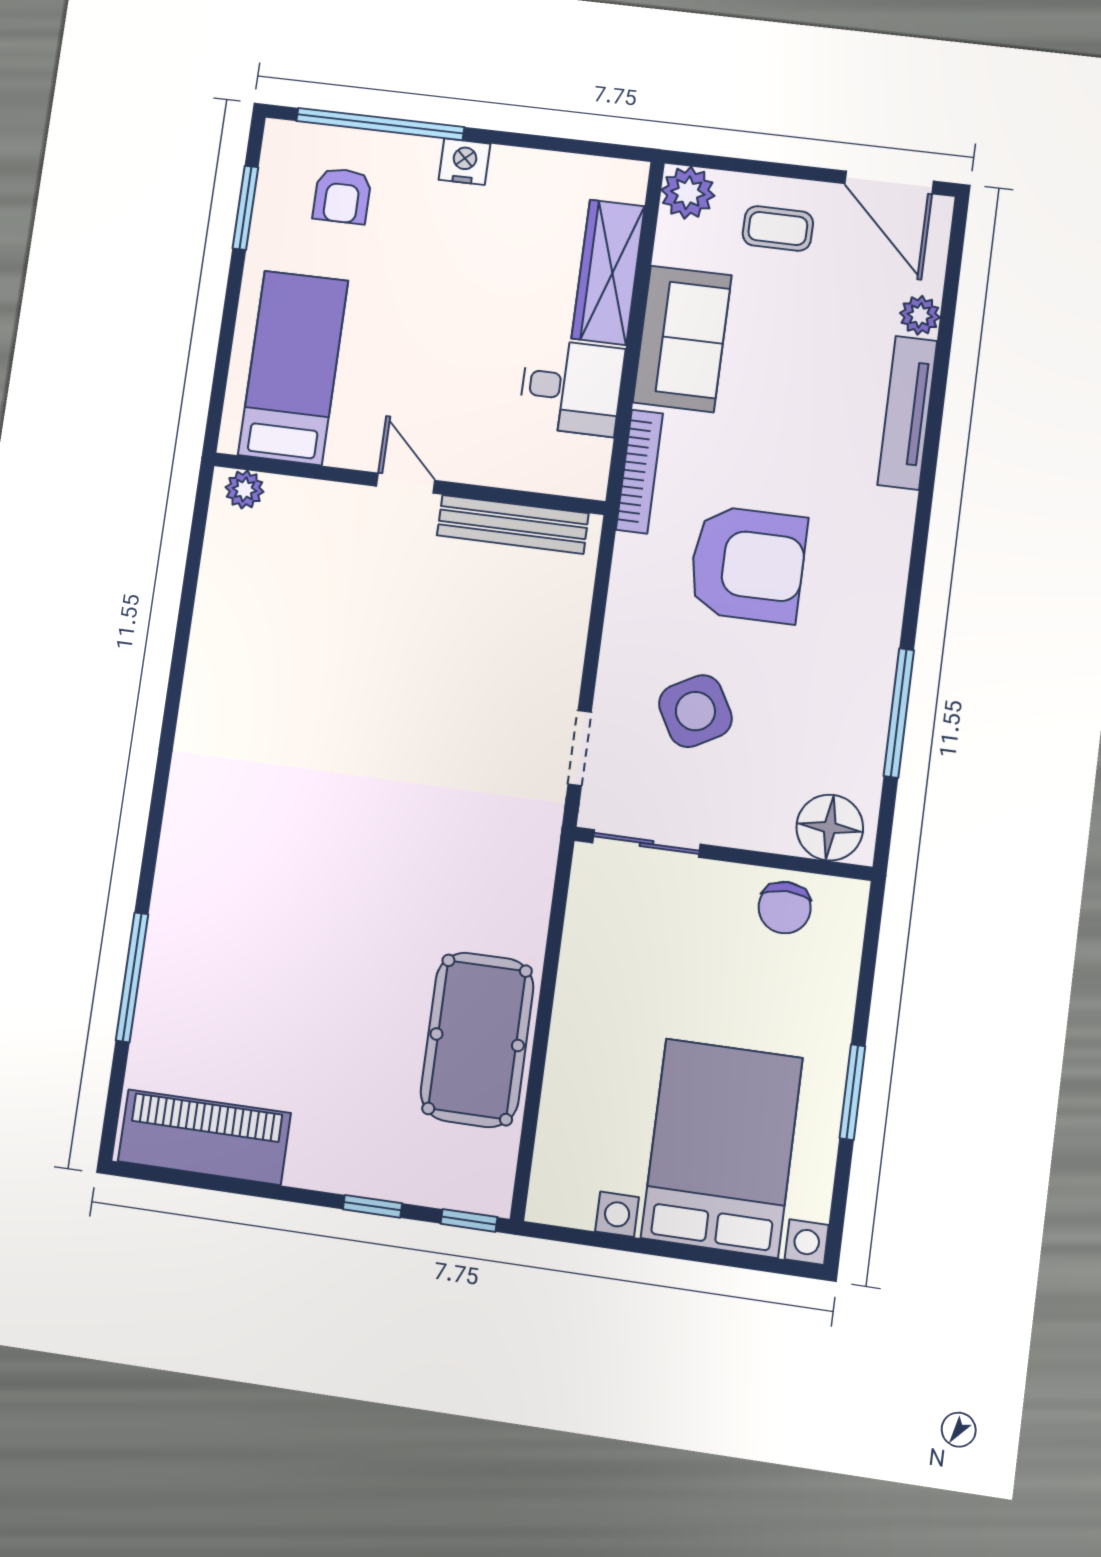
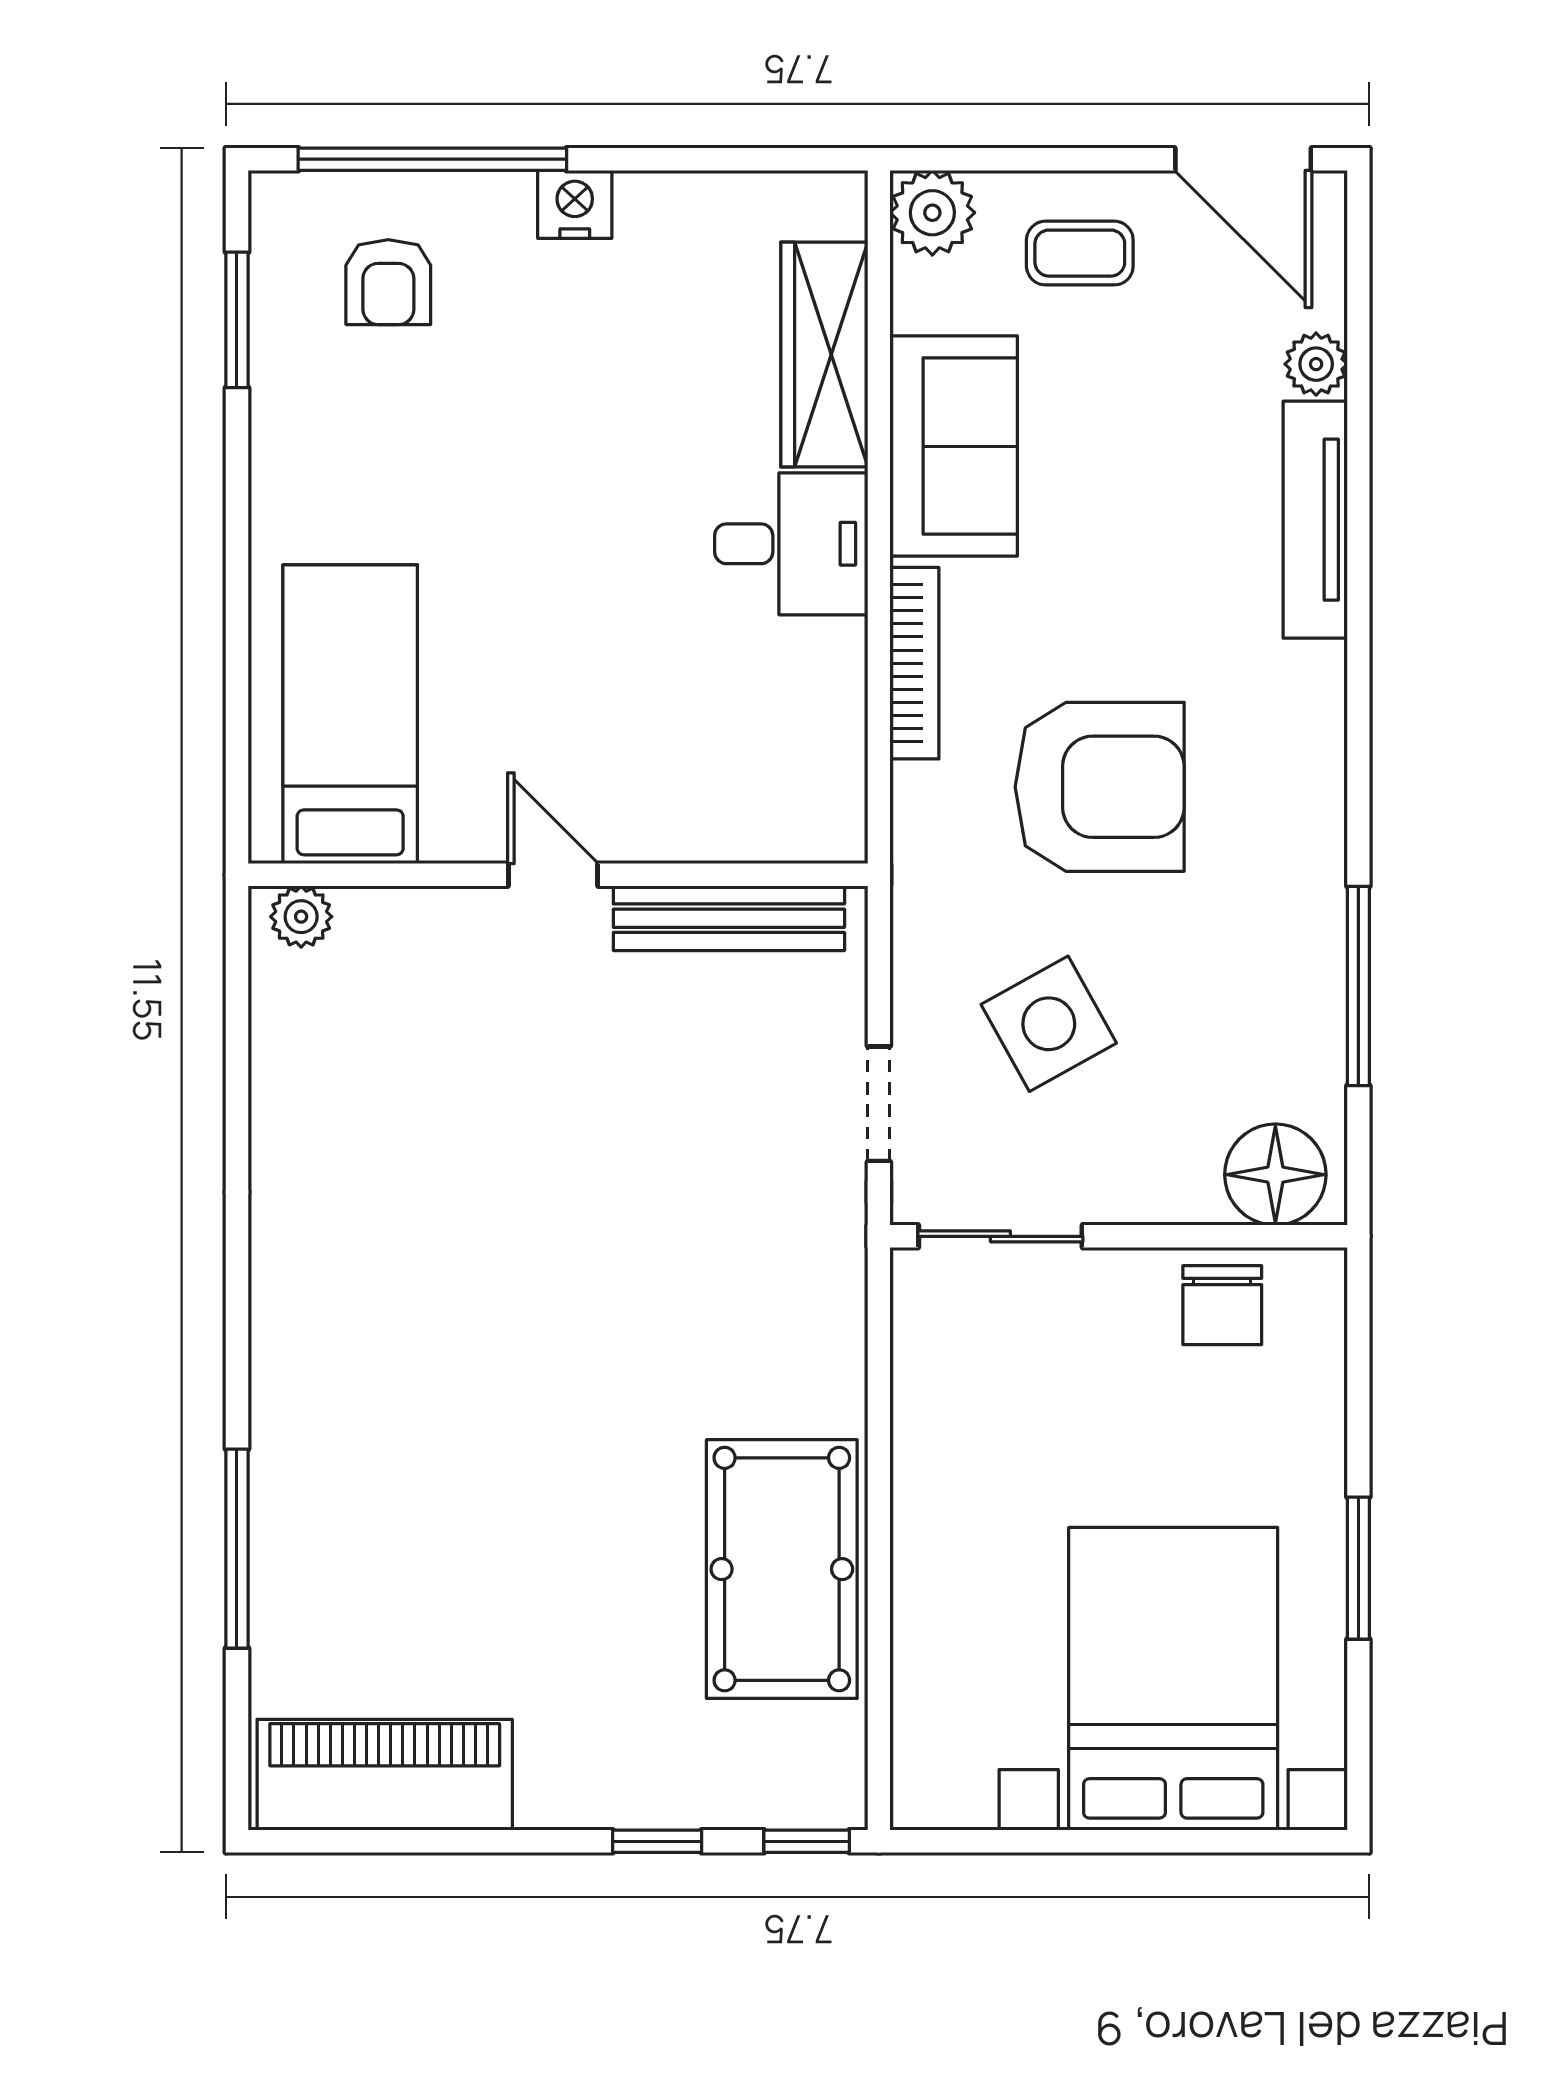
bed: (293, 368) -> (350, 714), moved
door: (406, 483) -> (553, 875), moved
wall: (409, 484) -> (558, 875), moved
plant: (245, 489) -> (301, 917), moved
bench: (513, 524) -> (729, 918), moved

